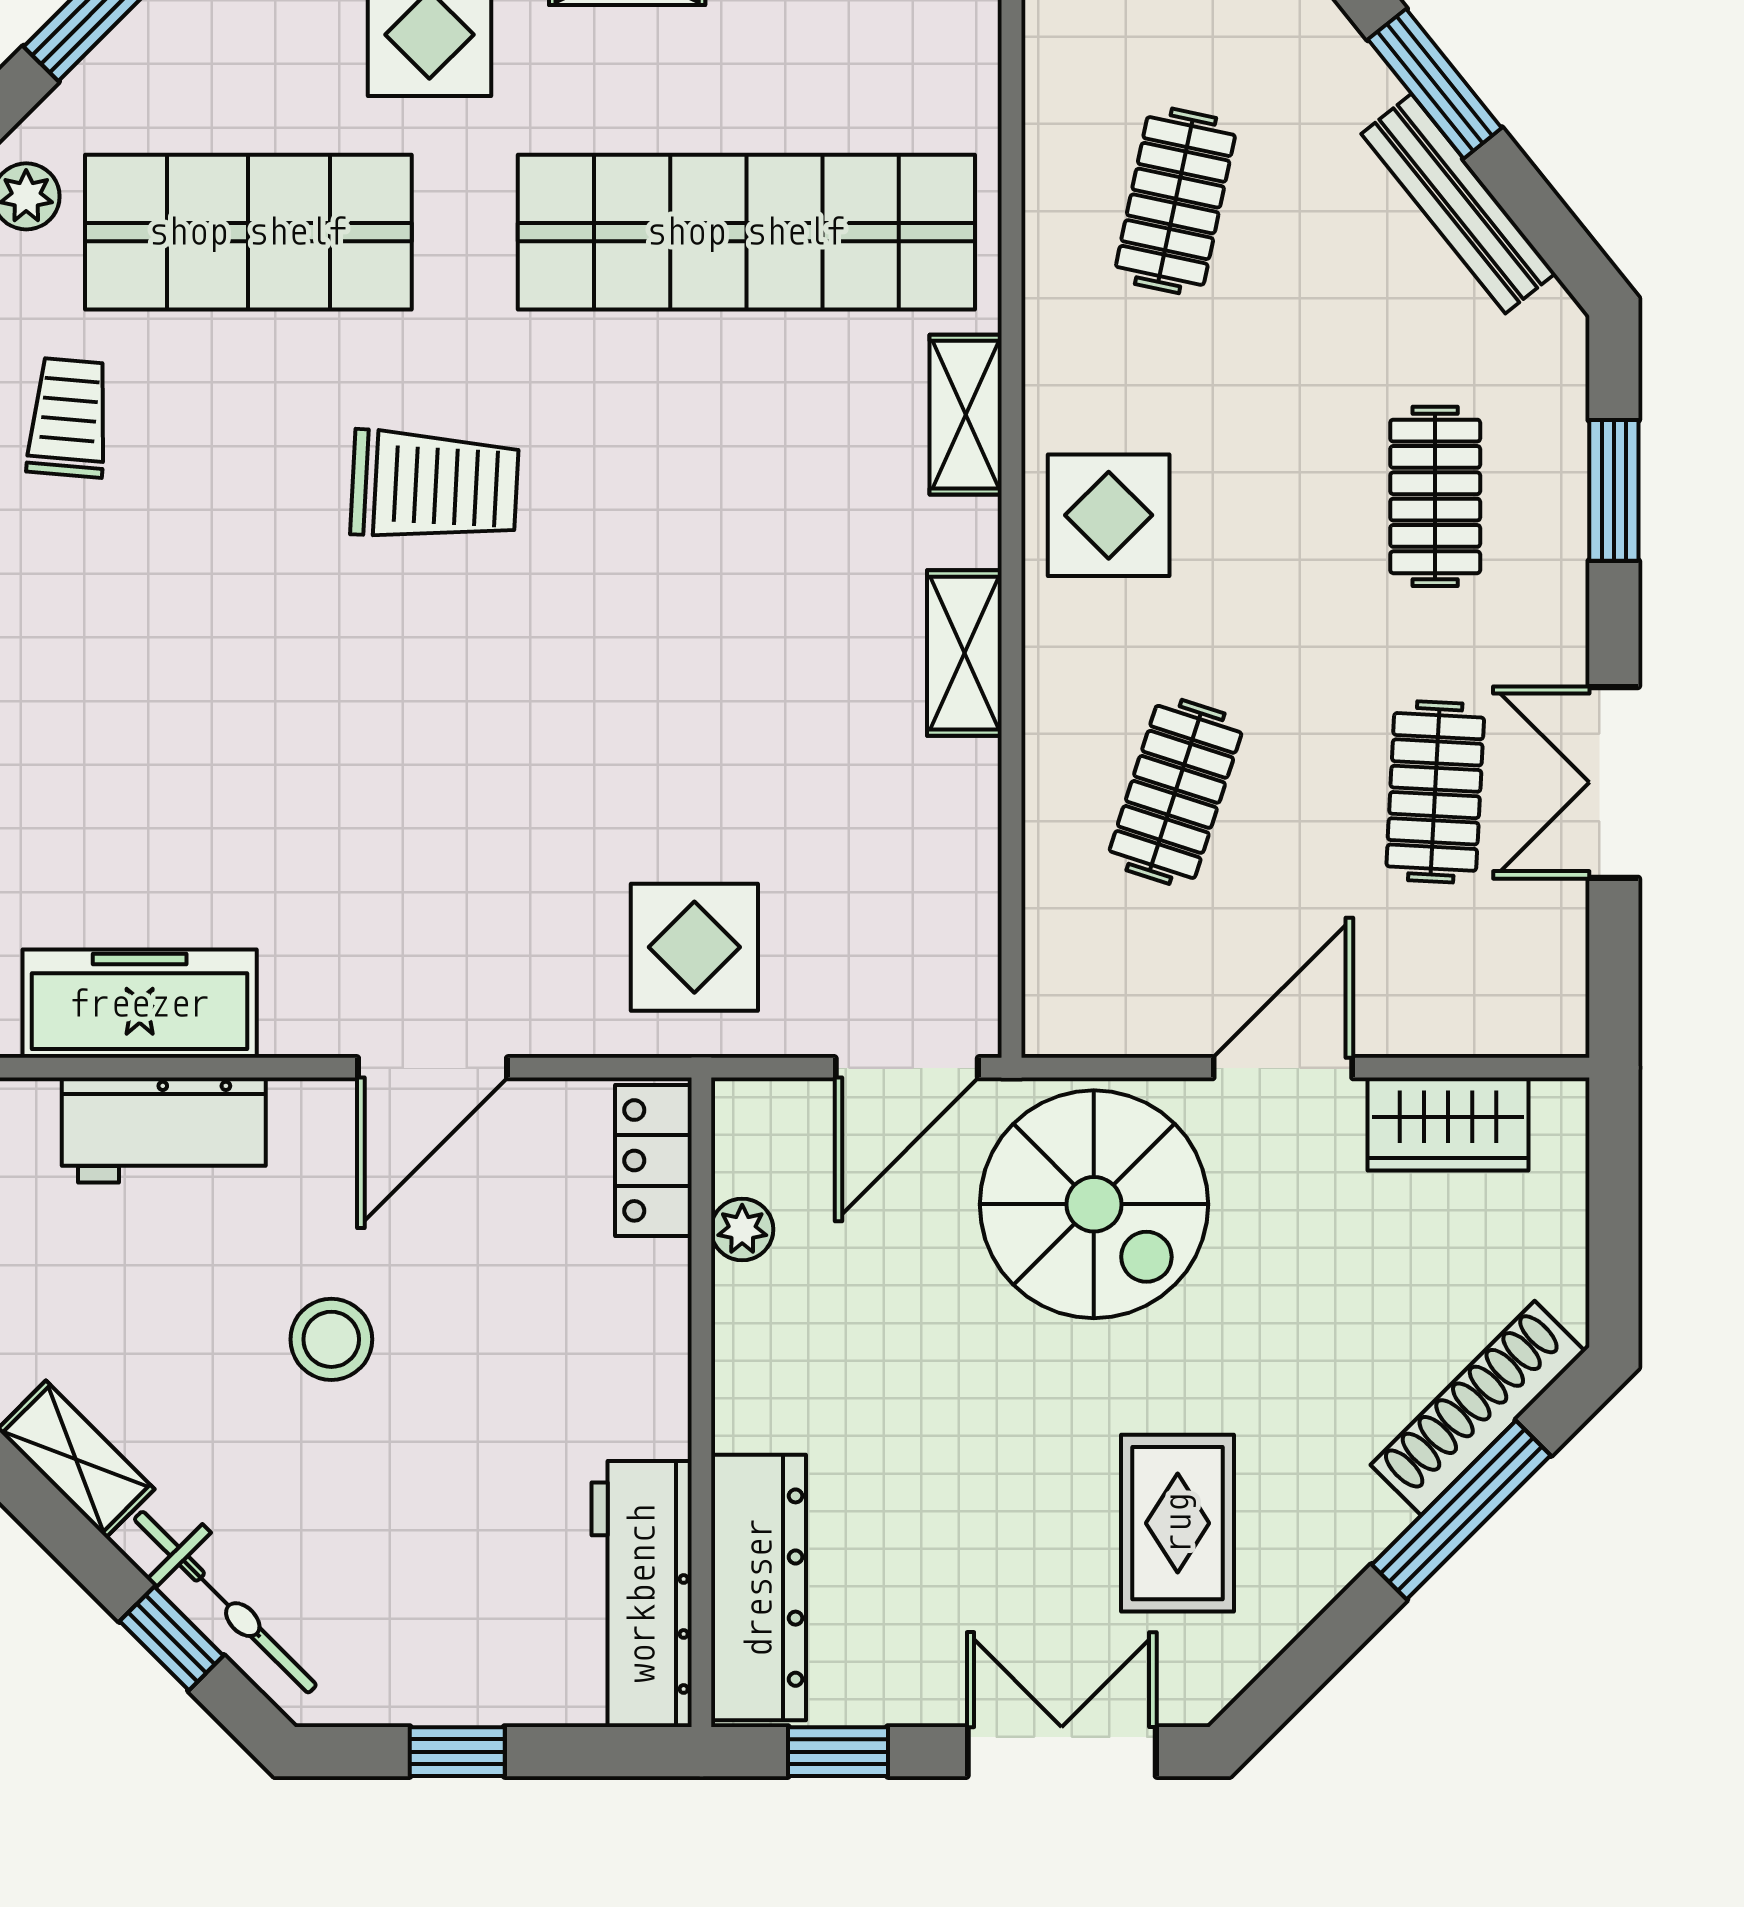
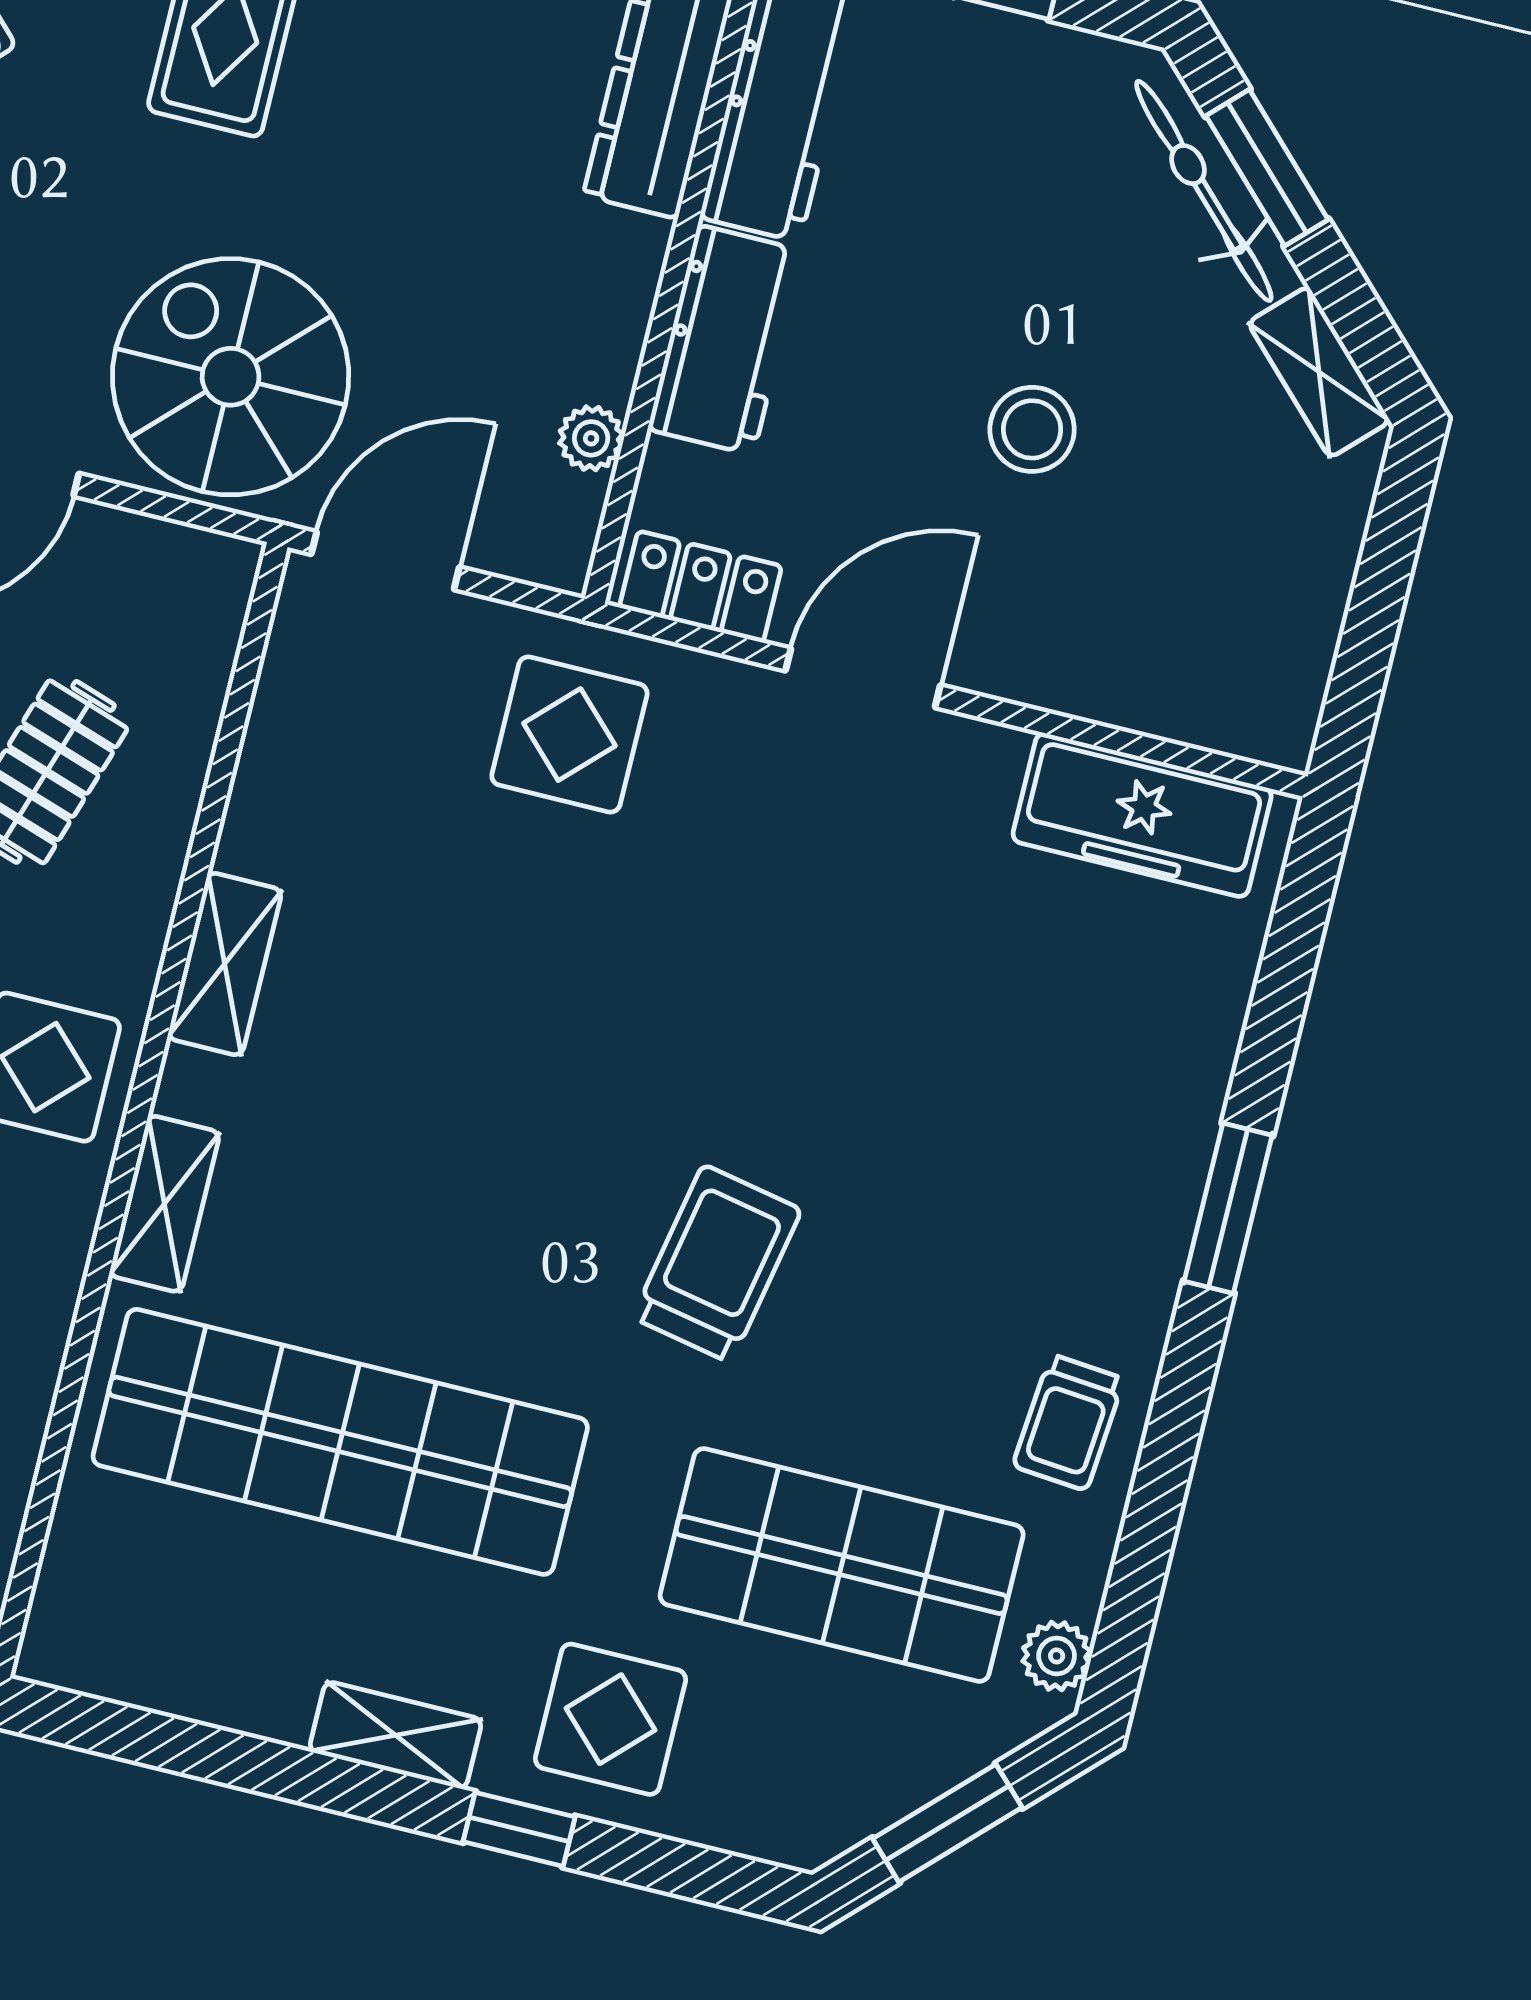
trolley: (435, 486) -> (717, 1264), turned 98
workbench: (164, 1130) -> (725, 340), moved, turned 90
locker: (653, 1160) -> (700, 587), moved, turned -90
window: (172, 1638) -> (1267, 168), width x1.50

